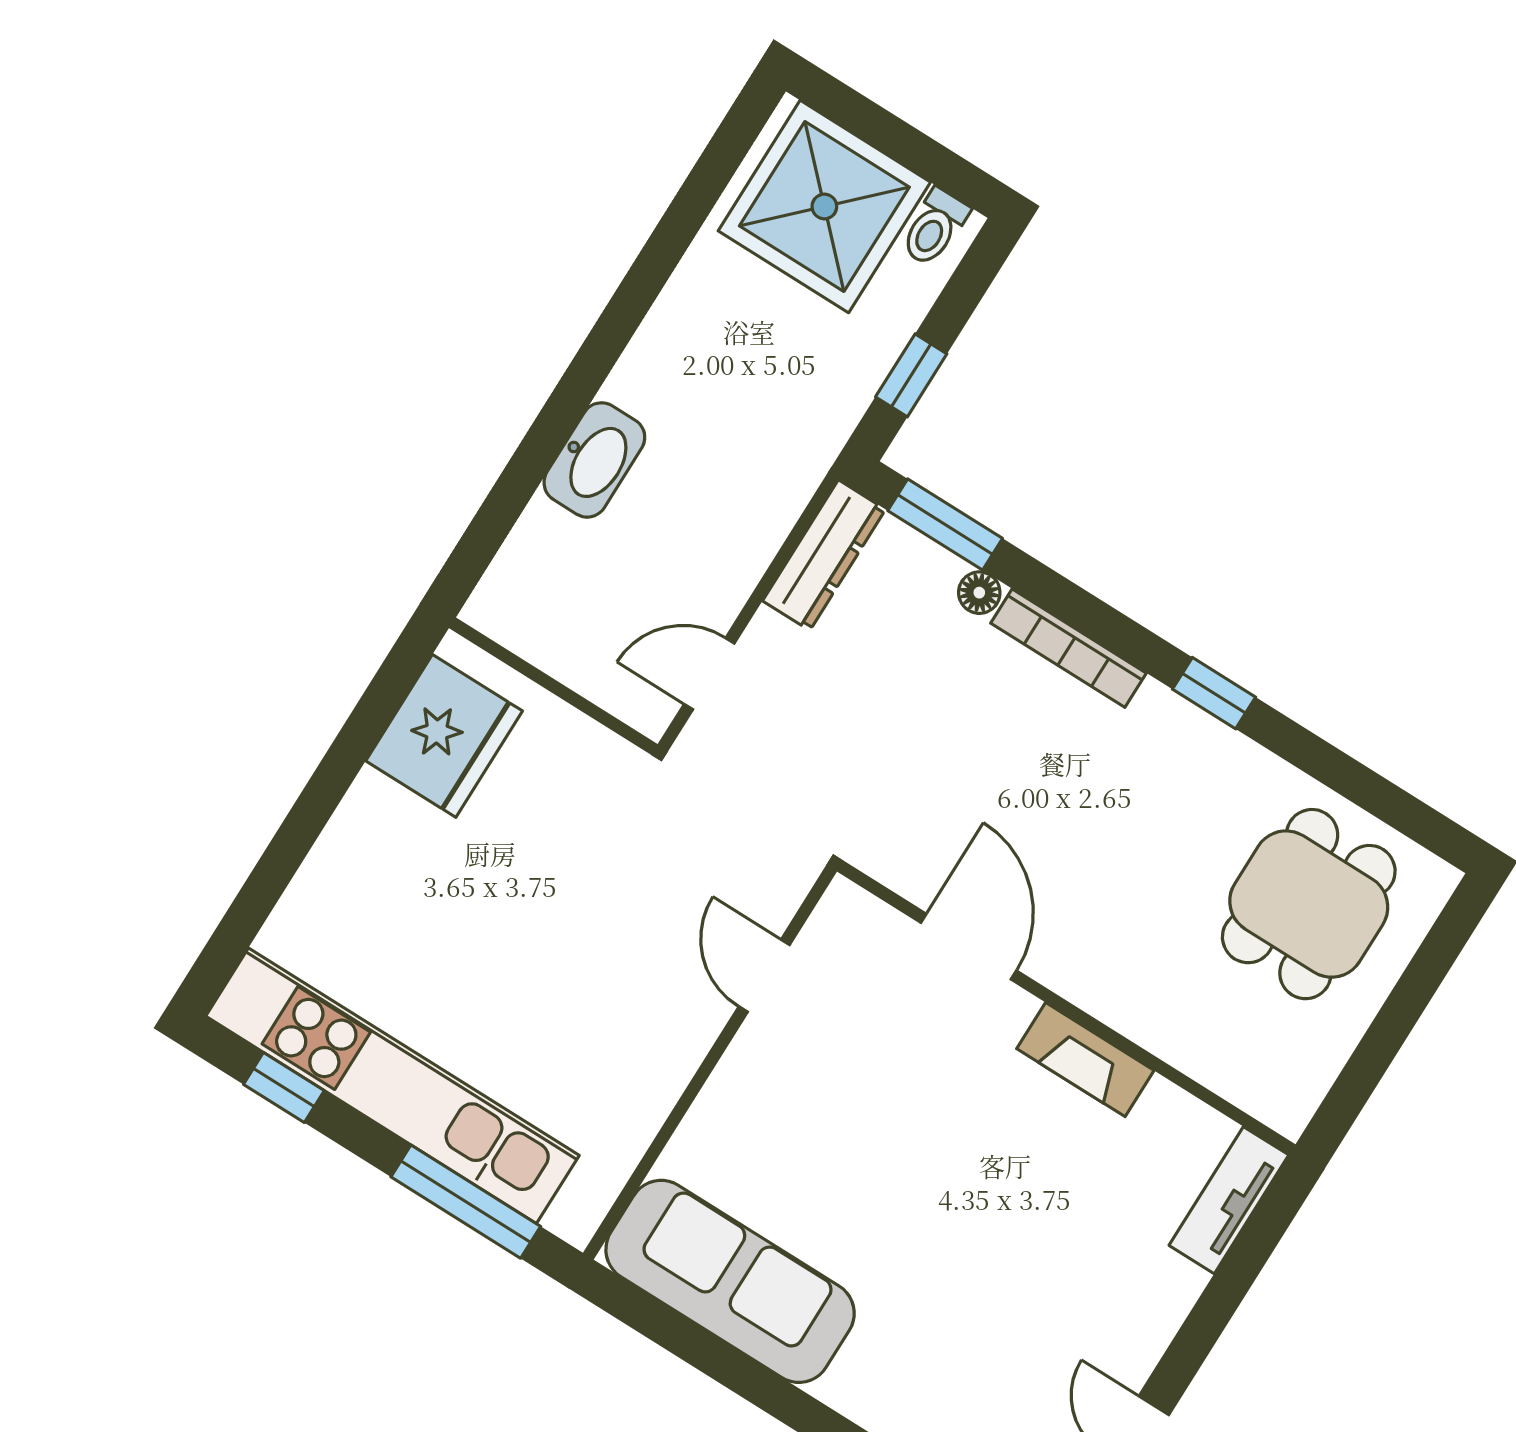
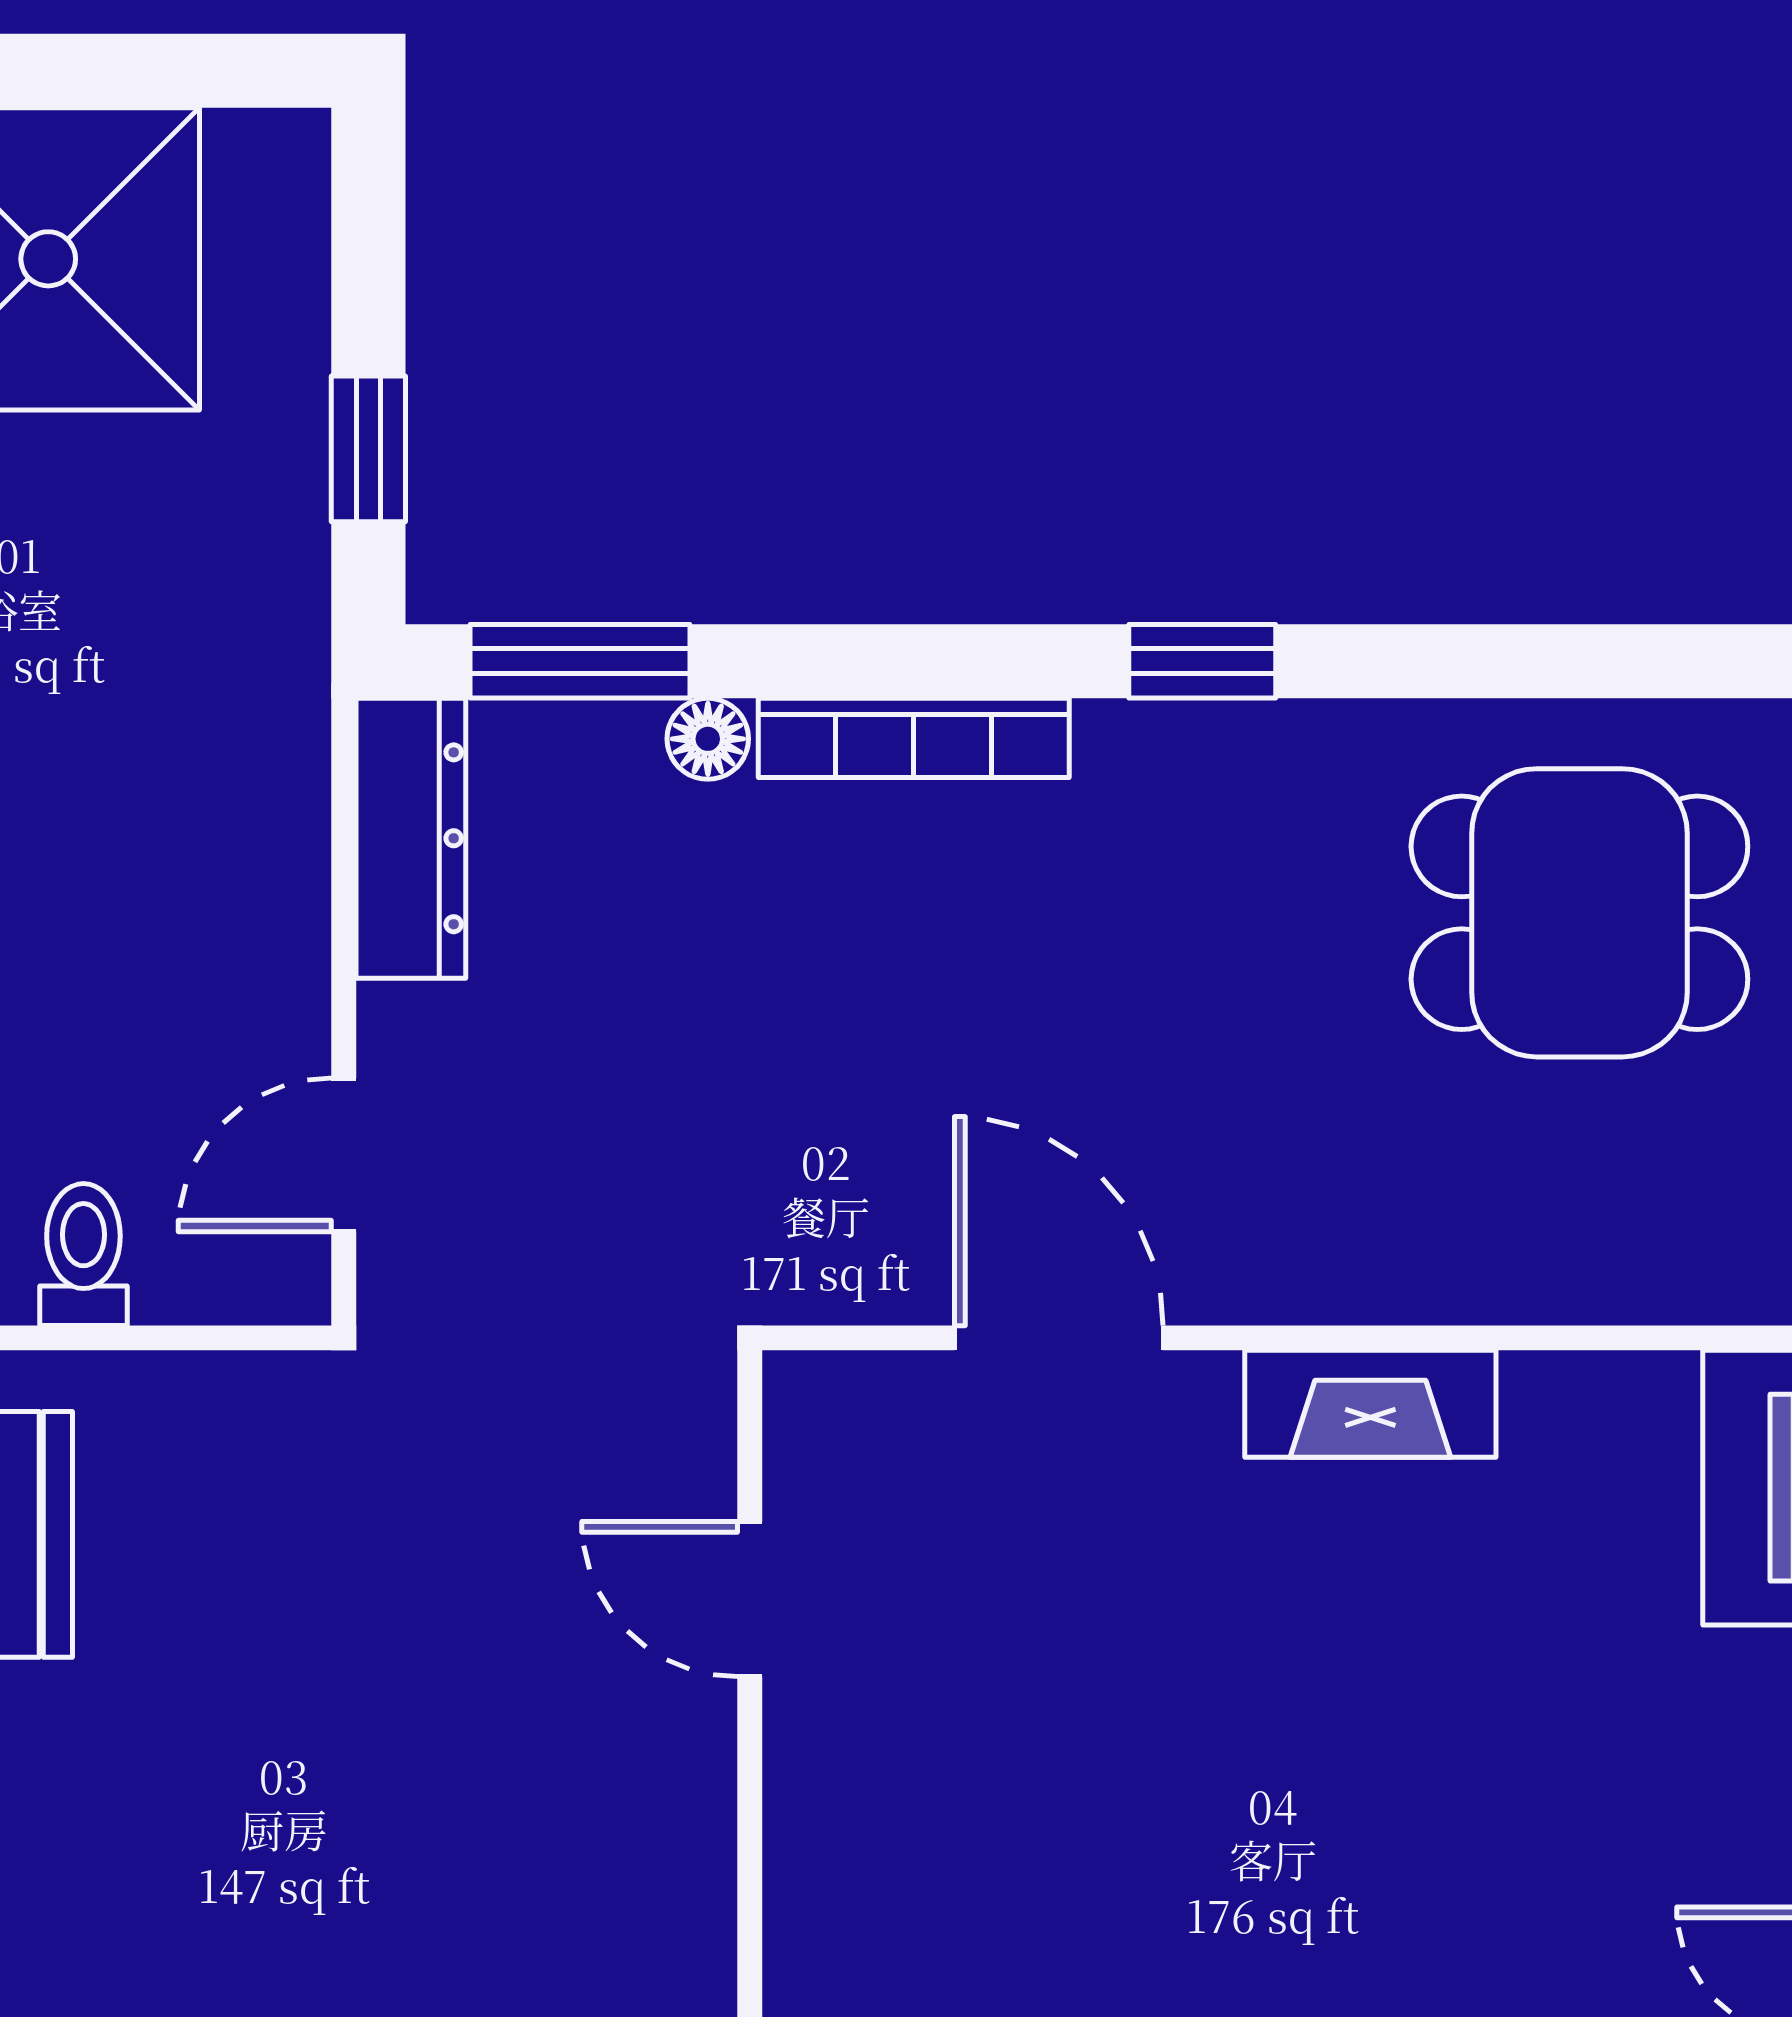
toilet: (935, 227) -> (83, 1255), moved, turned 180
dining table: (1309, 904) -> (1579, 913), turned 90

